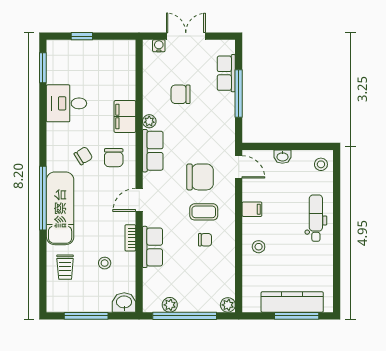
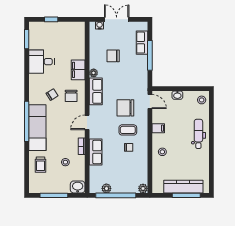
chair: (200, 177) -> (125, 108), turned 180

